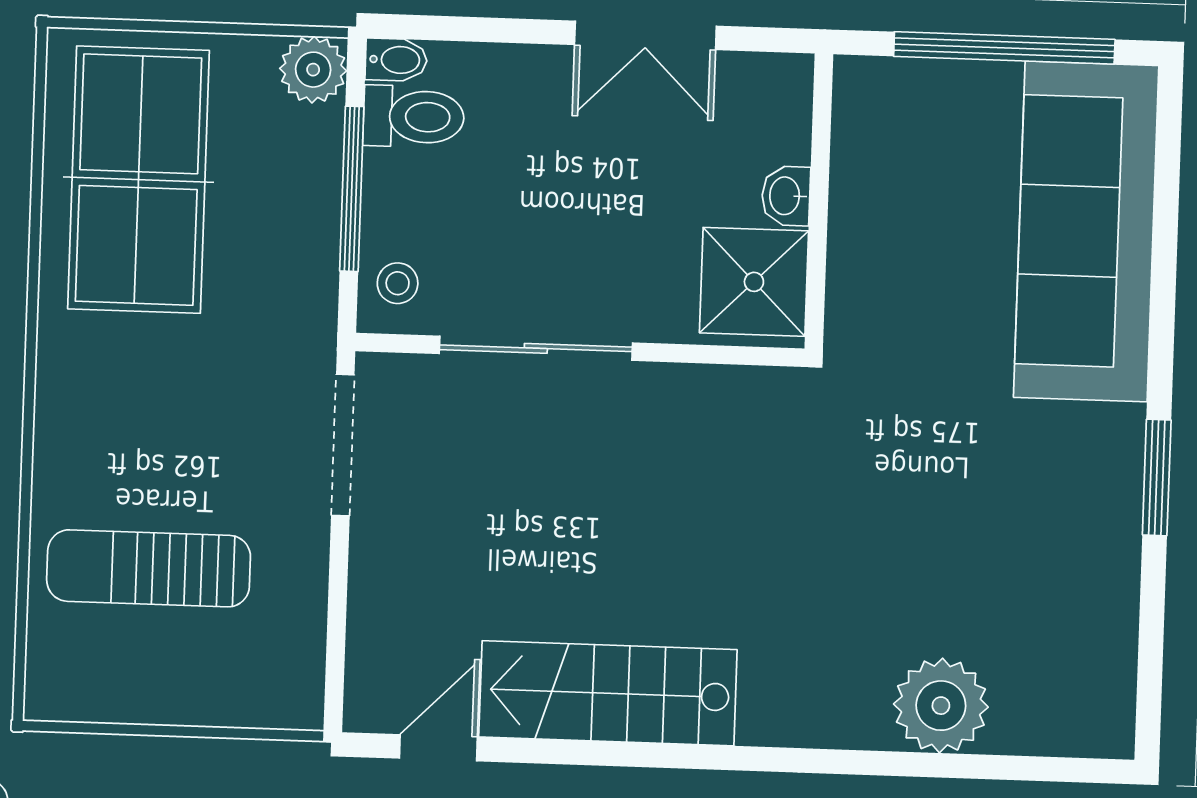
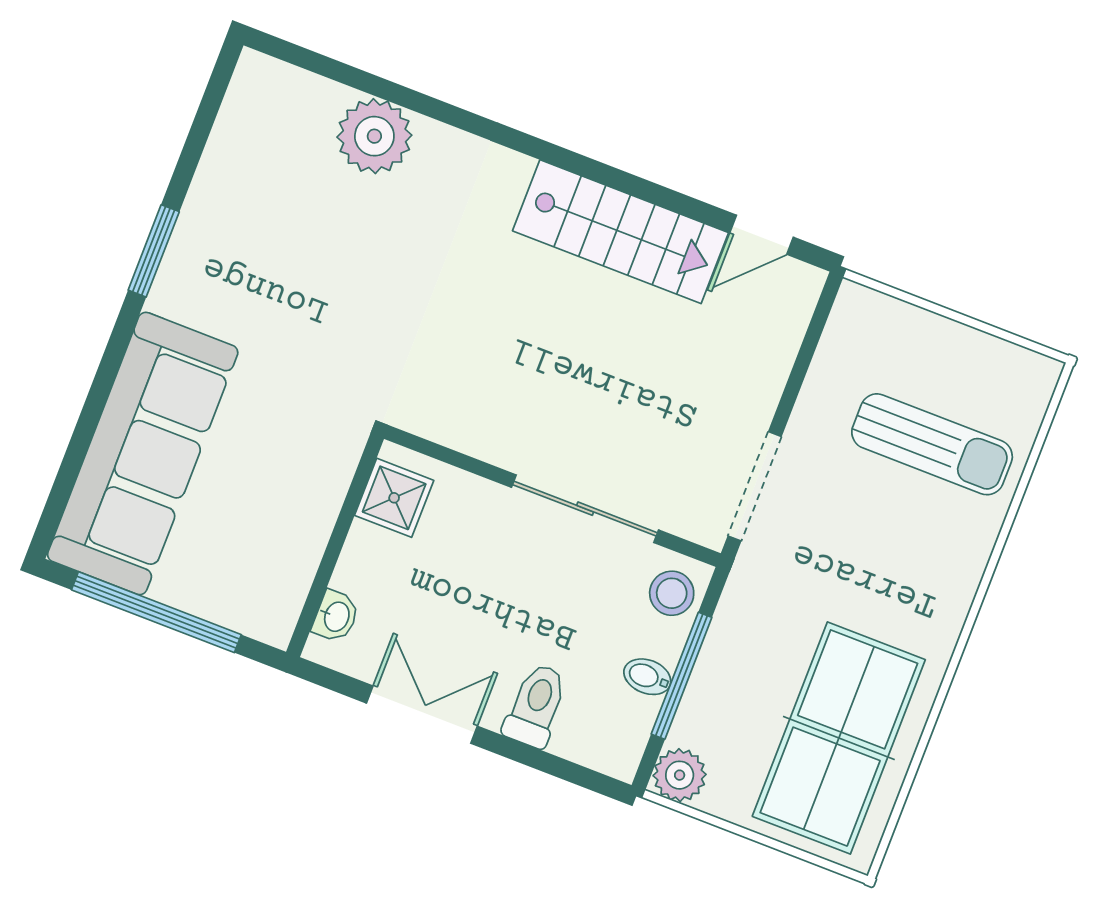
bidet: (396, 60) -> (647, 677), moved
toilet: (414, 117) -> (536, 706), moved, turned 90
washbasin: (786, 196) -> (336, 616), moved
shower: (754, 282) -> (394, 498), width x0.73, depth x0.73
stool: (398, 283) -> (672, 593), width x1.37, depth x1.37

